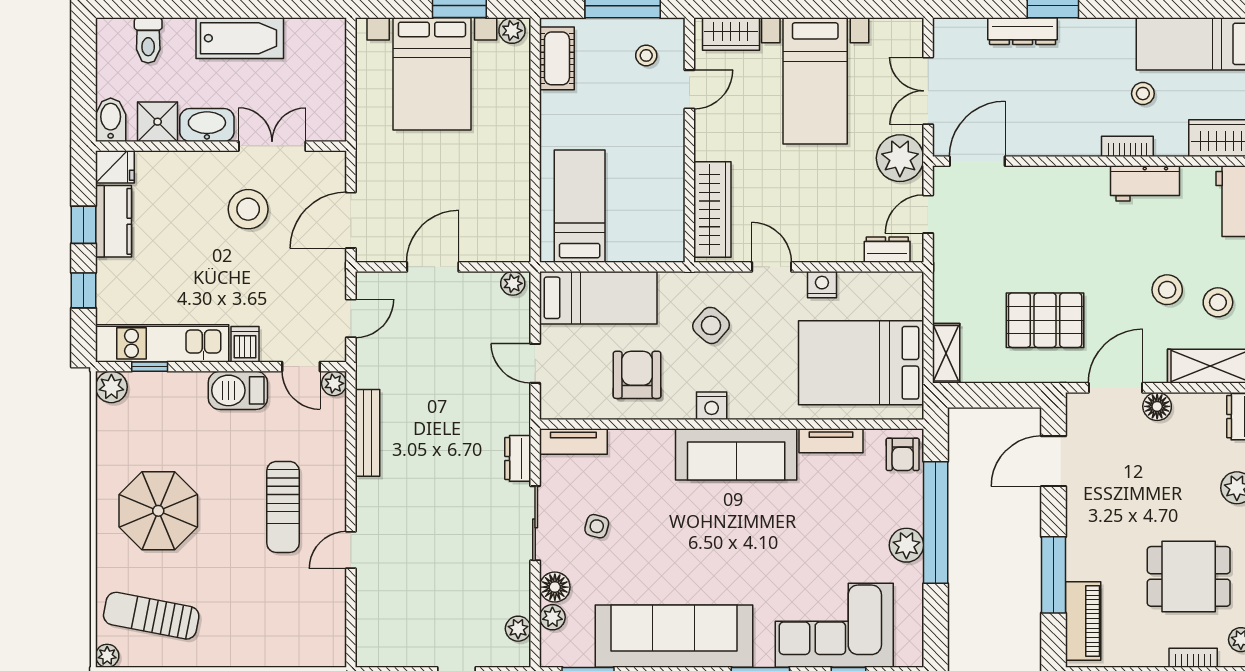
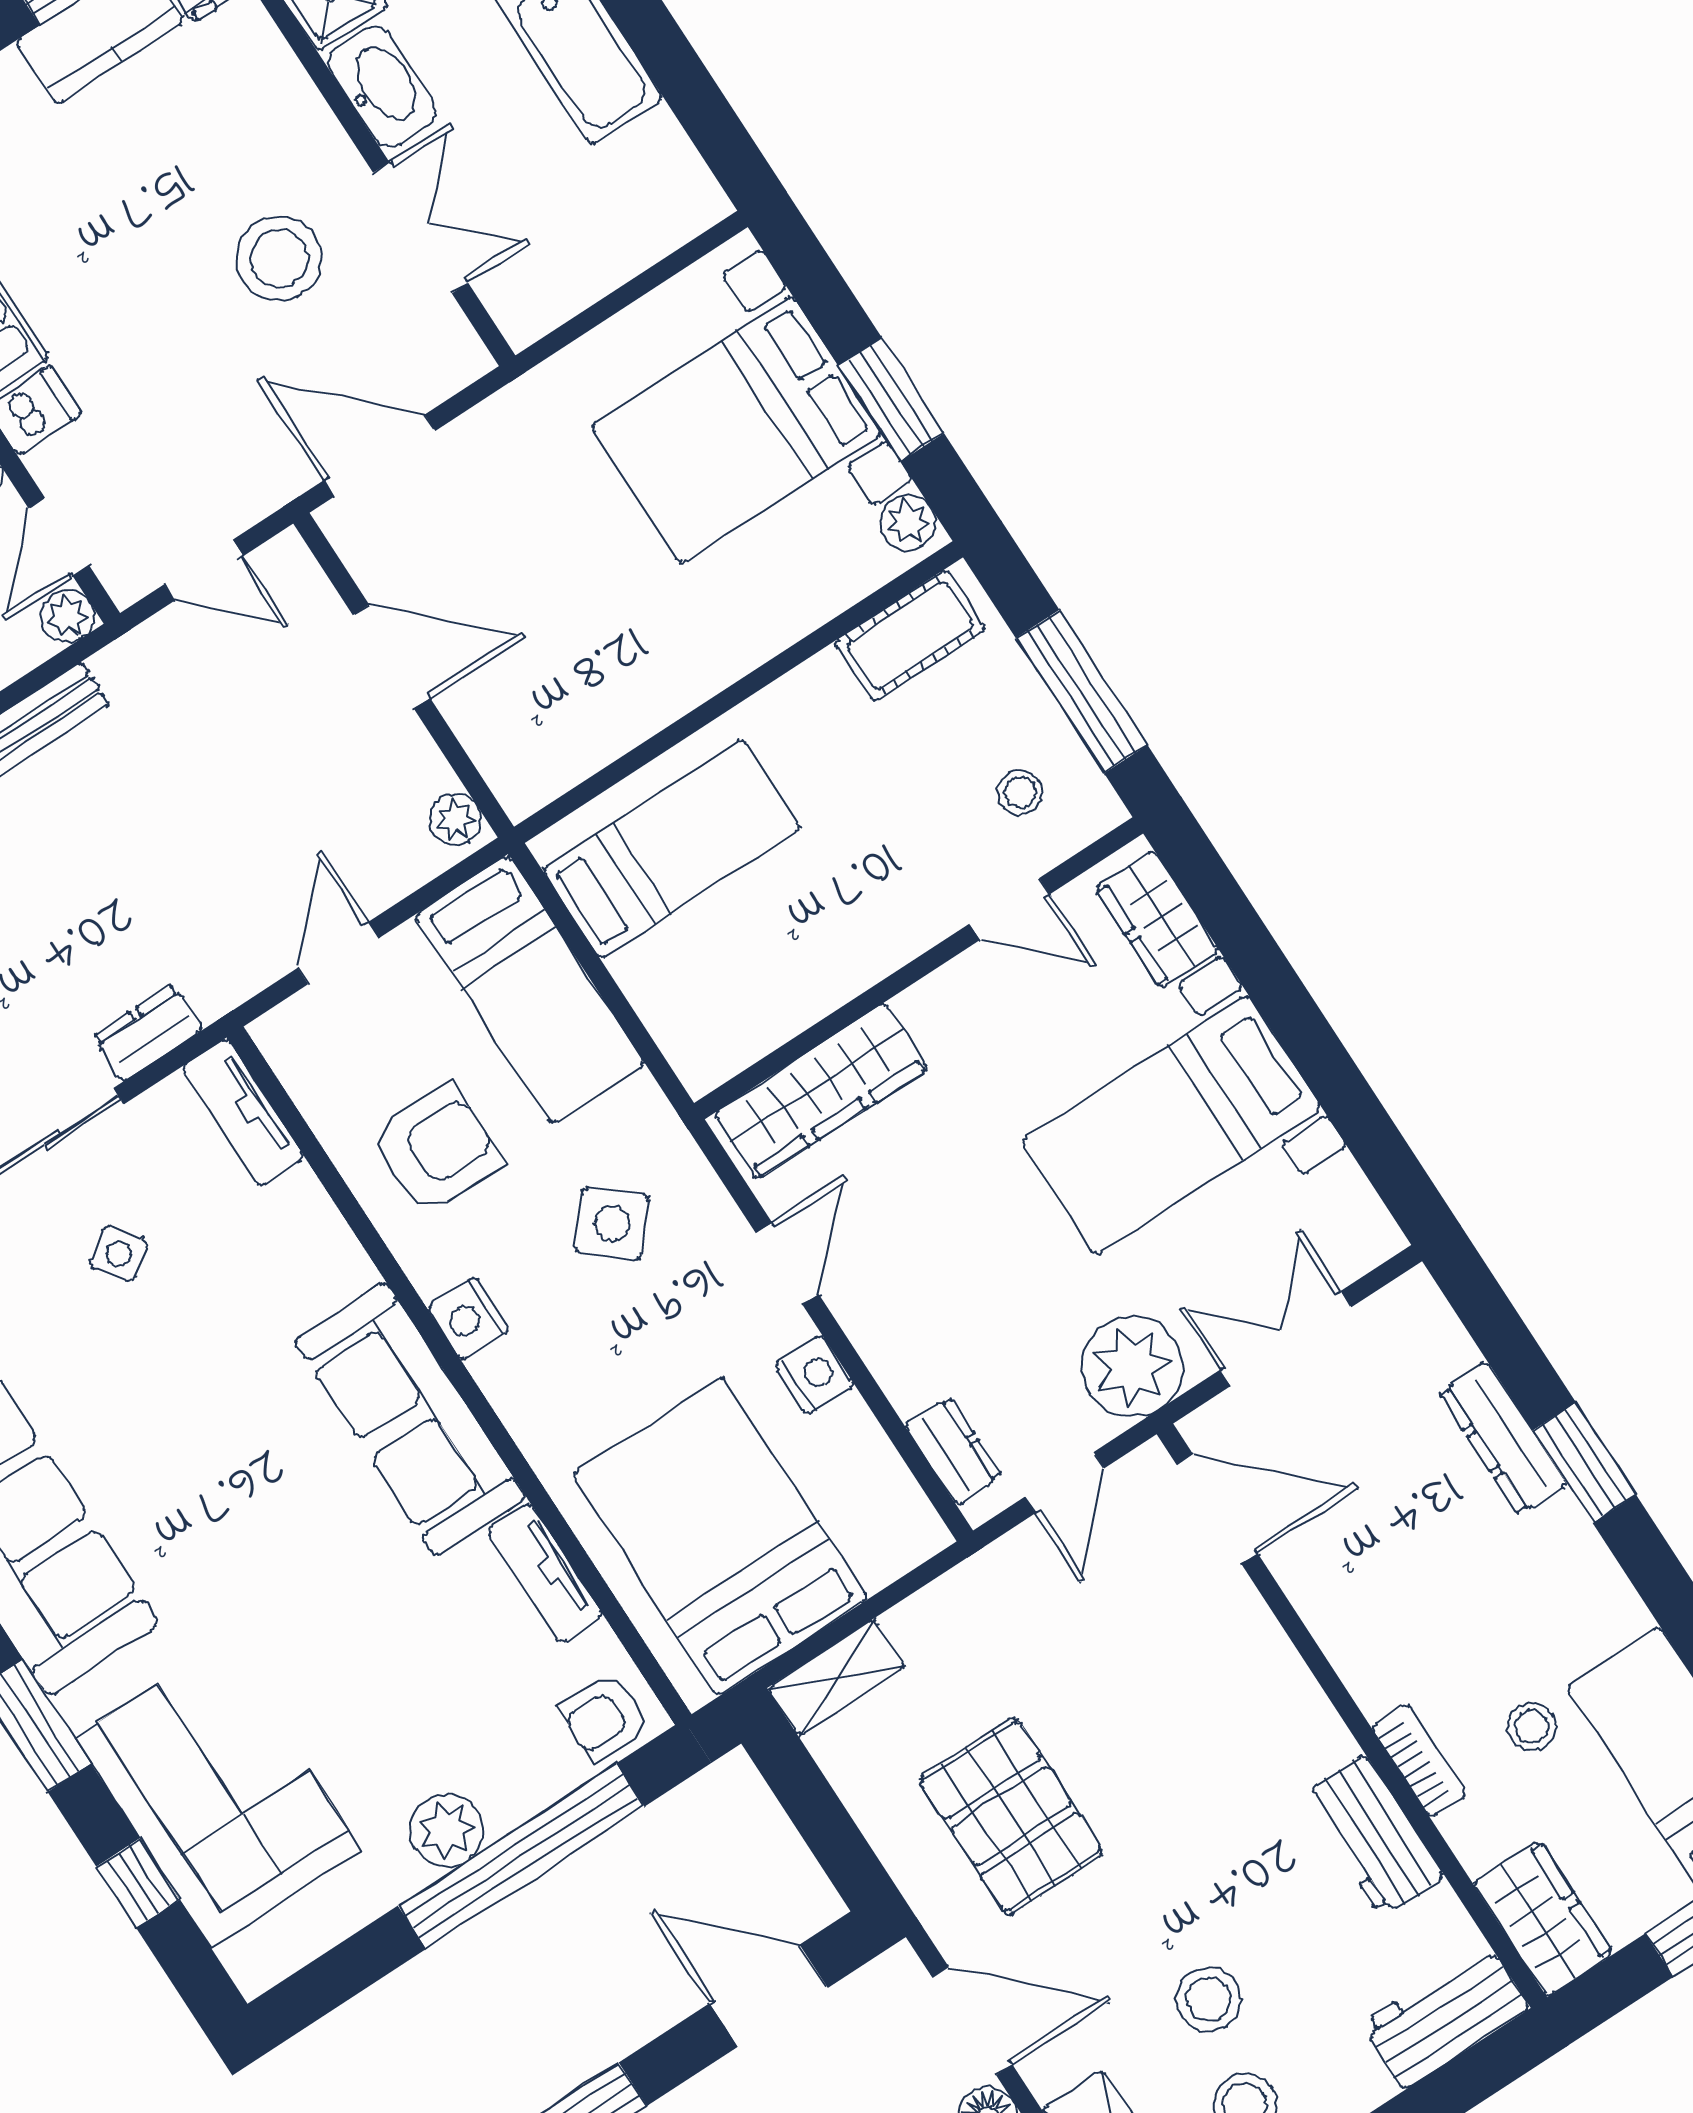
door: (928, 214) -> (1064, 1483), swing flipped
side table: (597, 526) -> (119, 1253), turned 38

